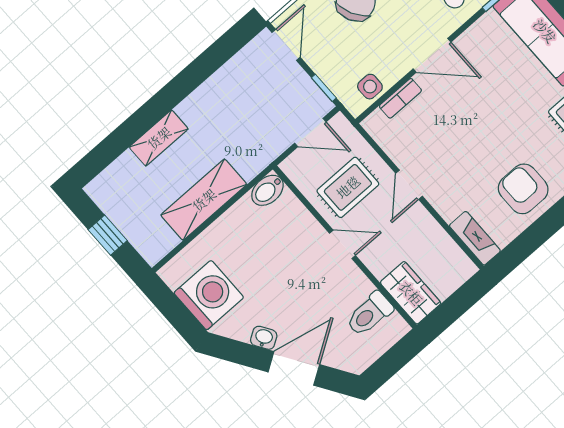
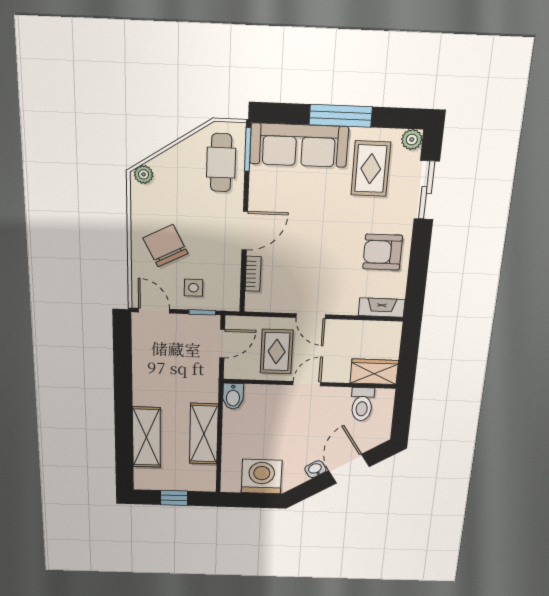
side table: (370, 87) -> (193, 288), moved
shelving: (159, 138) -> (147, 437), width x1.50, depth x1.33

